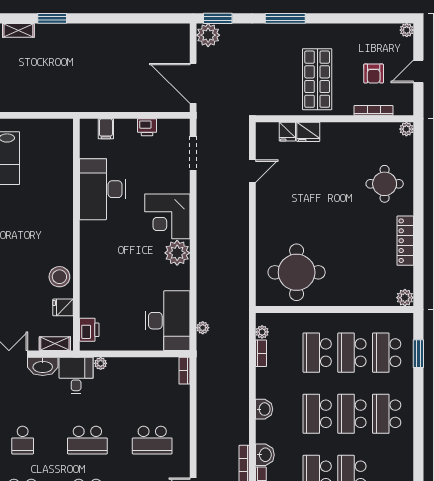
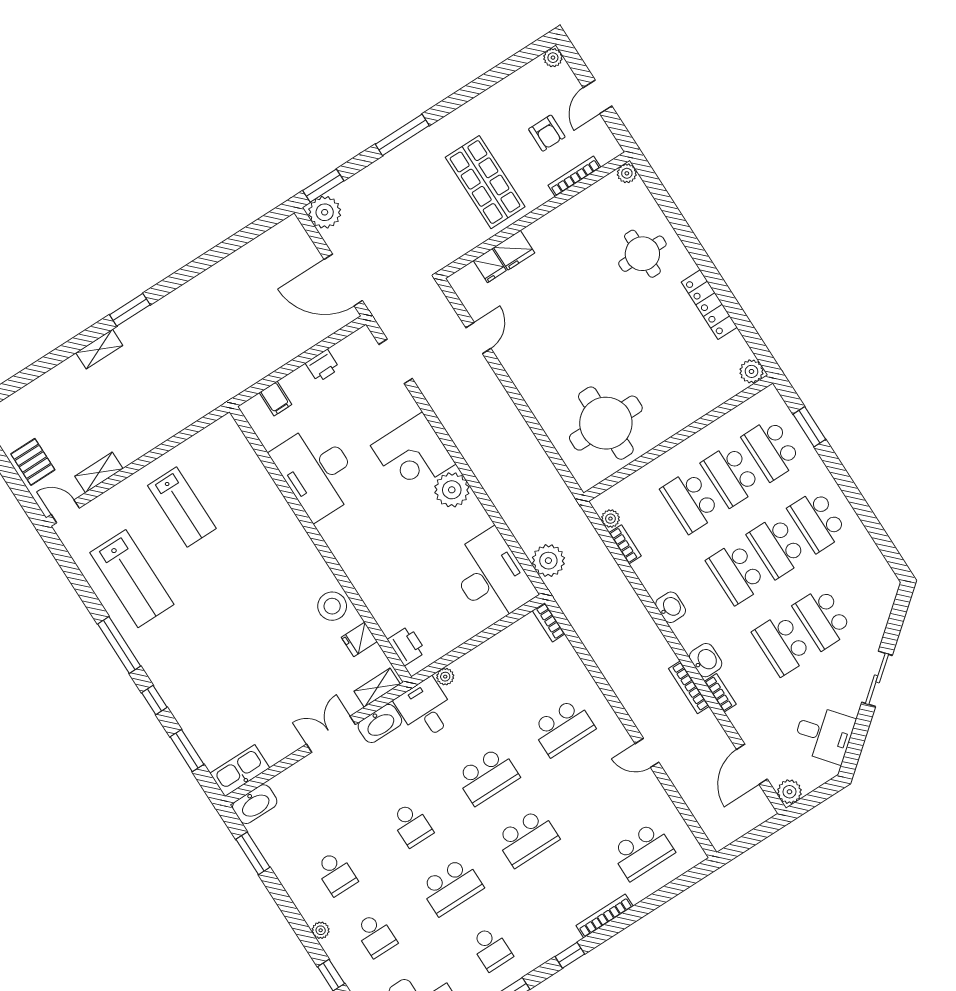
plant: (203, 328) -> (548, 561), width x1.88, depth x1.88

